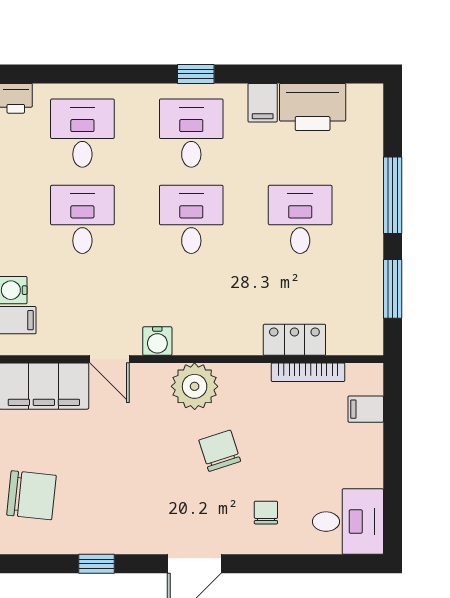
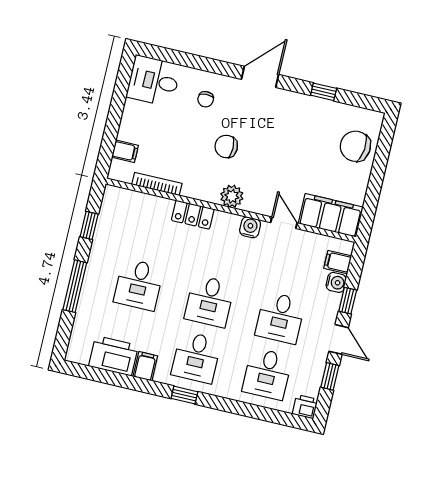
window: (393, 289) -> (89, 225), width x0.67
locker: (294, 340) -> (193, 215), moved
plant: (195, 386) -> (232, 196), width x0.73, depth x0.73
chair: (220, 451) -> (226, 146), turned 108

